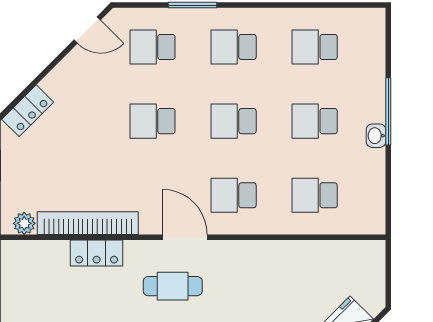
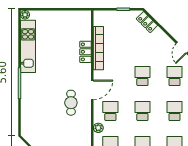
plant: (24, 223) -> (98, 128), moved
cafe table: (173, 286) -> (71, 103), moved

